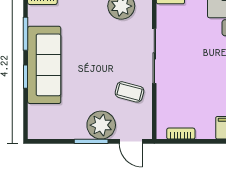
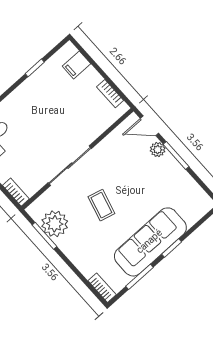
coffee table: (129, 92) -> (101, 205), moved
plant: (101, 125) -> (158, 150), width x0.53, depth x0.53
door: (131, 141) -> (149, 126), swing flipped

